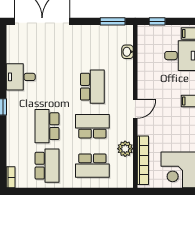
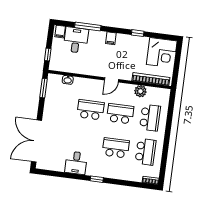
door: (135, 109) -> (112, 80), swing flipped
school desk: (47, 126) -> (116, 148), turned 180
school desk: (92, 126) -> (120, 114), turned 90
school desk: (47, 166) -> (145, 152), turned 90

